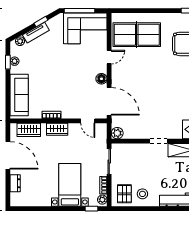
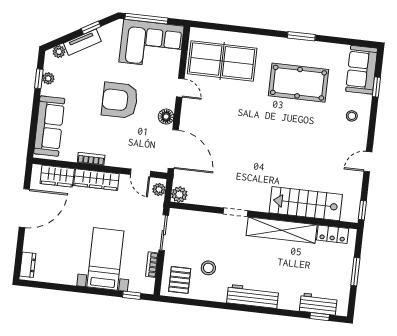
door: (109, 57) -> (180, 88), hinge flipped
armchair: (67, 71) -> (120, 100), added
wardrobe: (57, 129) -> (96, 180), width x1.50
door: (8, 155) -> (24, 208), hinge flipped
dresser: (15, 183) -> (28, 265), moved
stool: (142, 194) -> (208, 268), moved
plant: (102, 200) -> (159, 190), moved

